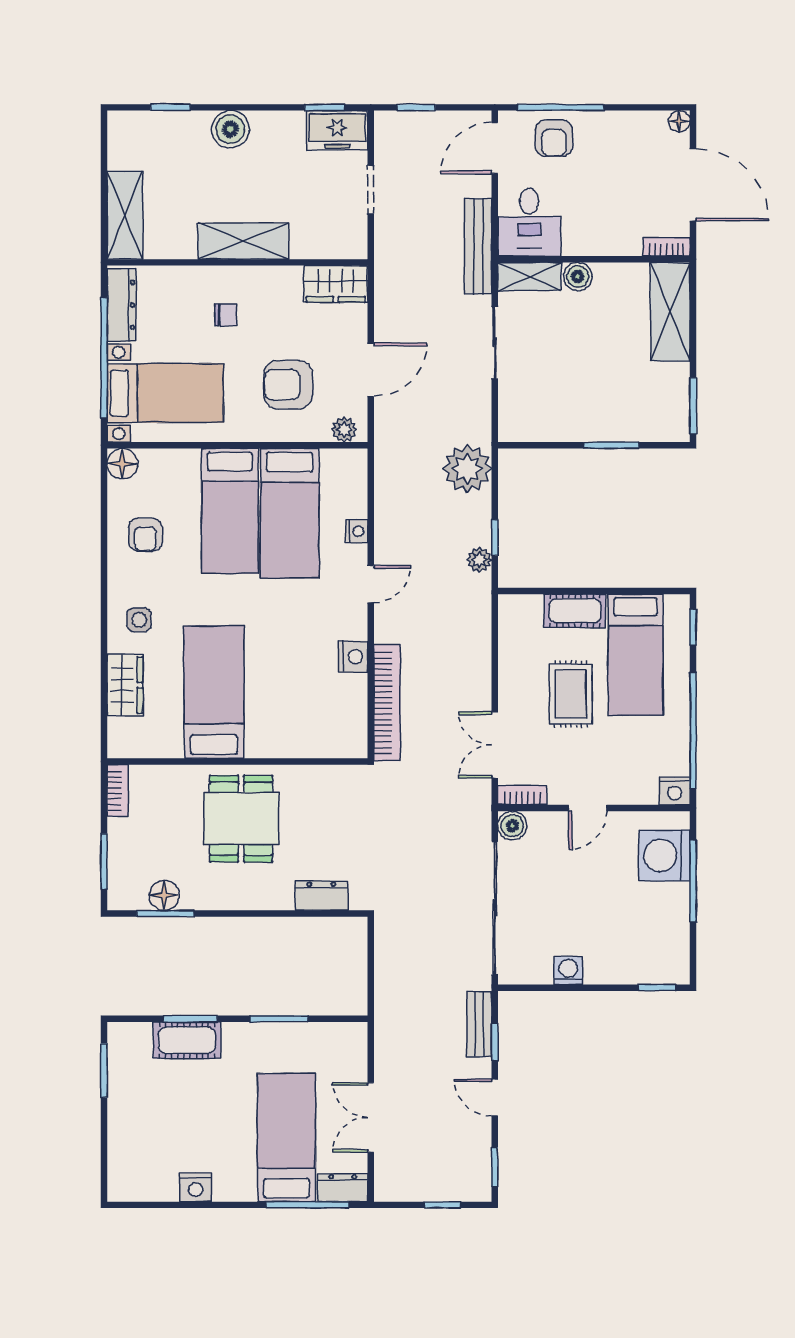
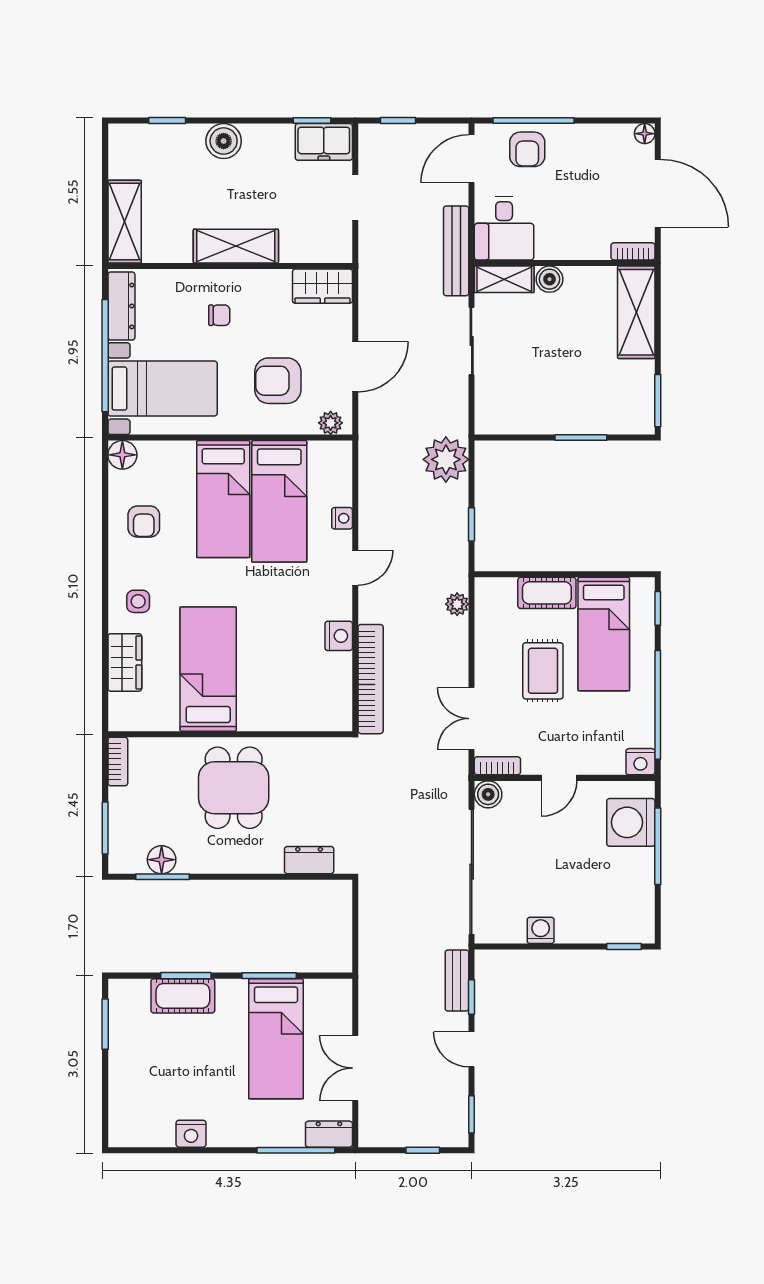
plant: (479, 560) -> (457, 604), moved
bed: (286, 1138) -> (276, 1039), moved, turned 180

